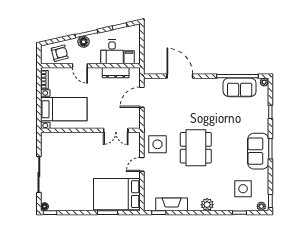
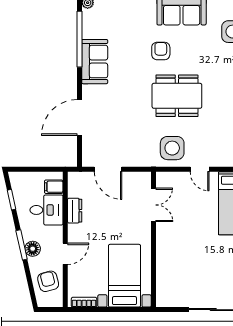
dresser: (116, 73) -> (75, 211), width x0.70
sofa: (240, 87) -> (95, 62), moved
armchair: (229, 136) -> (161, 51), added

